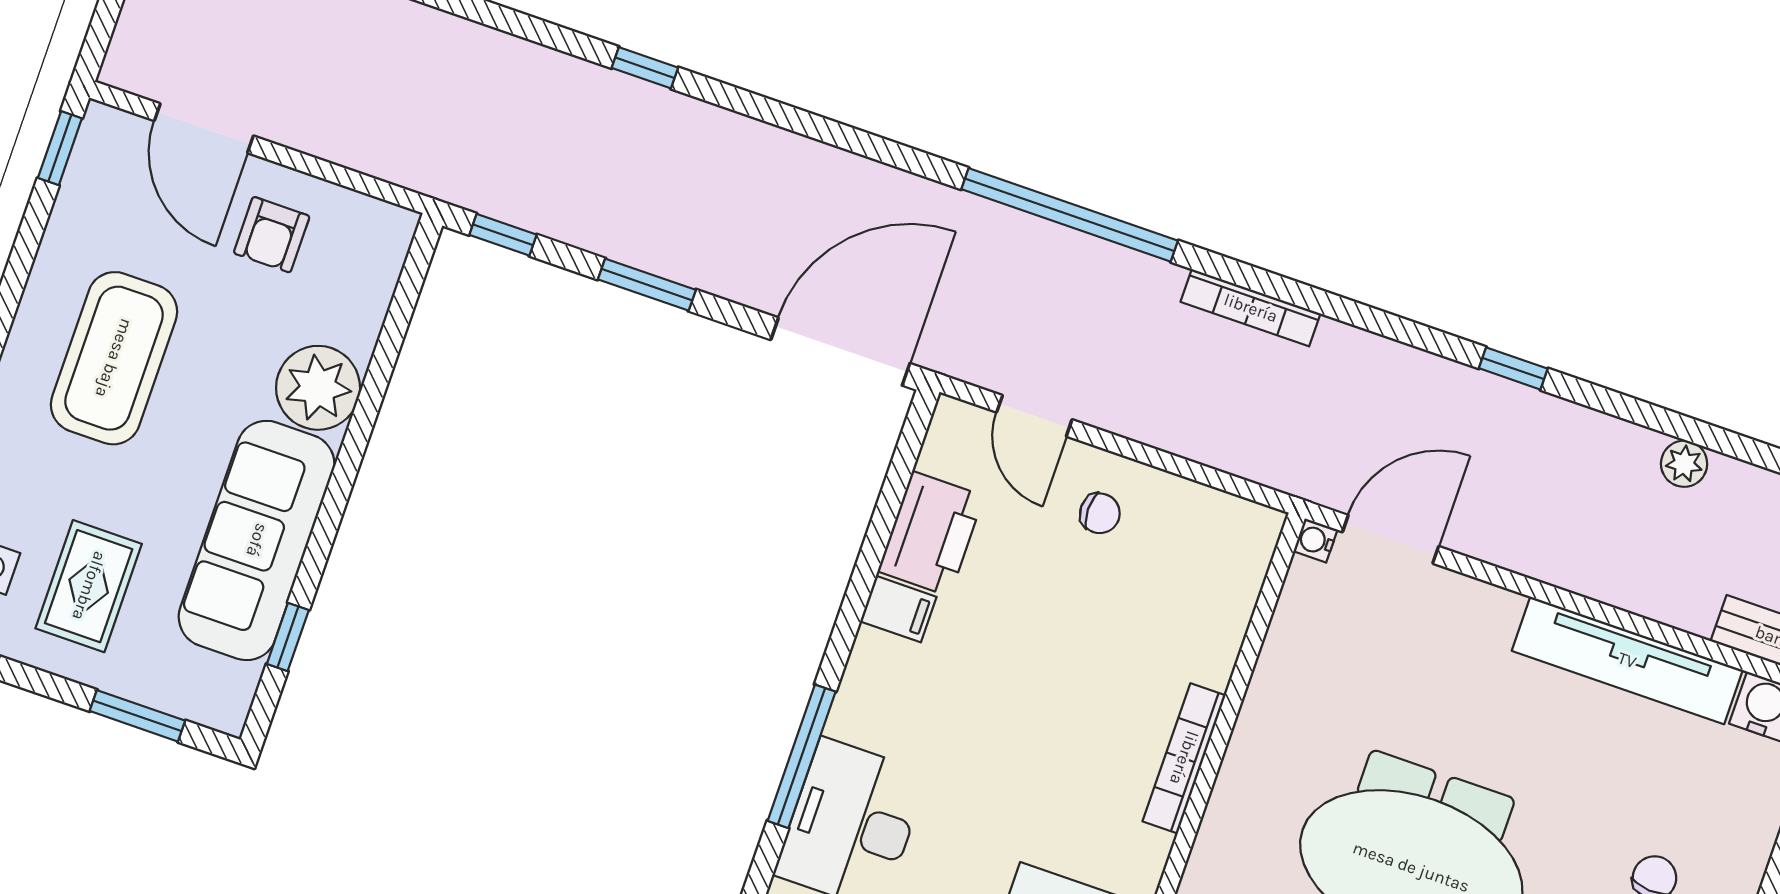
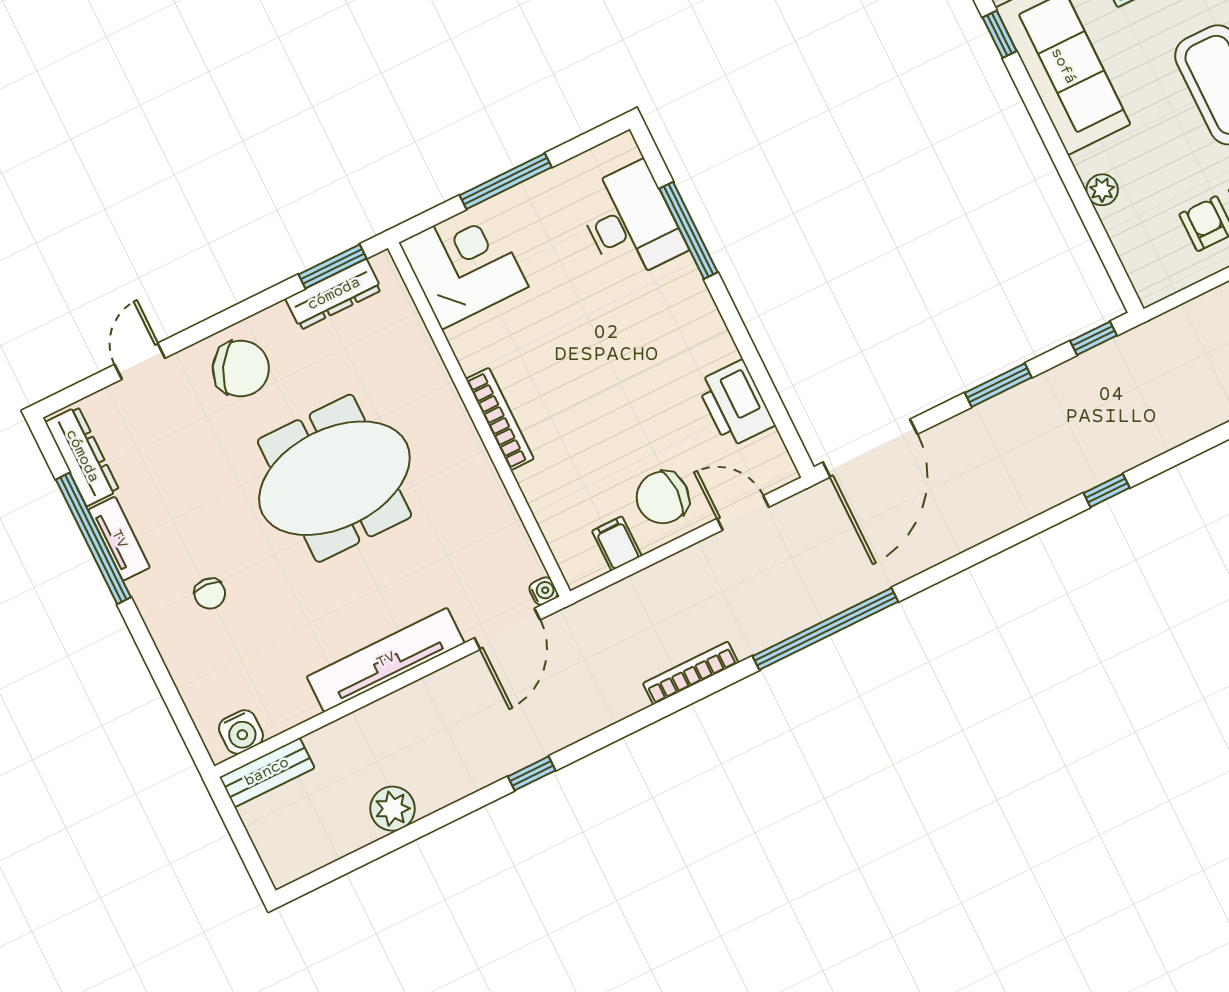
plant: (318, 388) -> (1102, 190), width x0.53, depth x0.53
plant: (1684, 464) -> (393, 809), width x1.38, depth x1.38
chair: (1100, 513) -> (663, 497), width x1.87, depth x1.87
filing cabinet: (898, 609) -> (617, 543), moved, turned 90
tv unit: (1627, 660) -> (386, 660), moved

